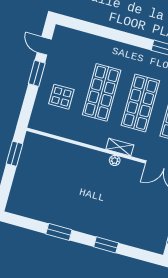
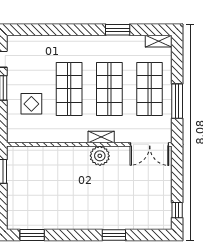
plant: (115, 160) -> (100, 156), width x1.88, depth x1.88
window: (59, 232) -> (32, 235), moved

